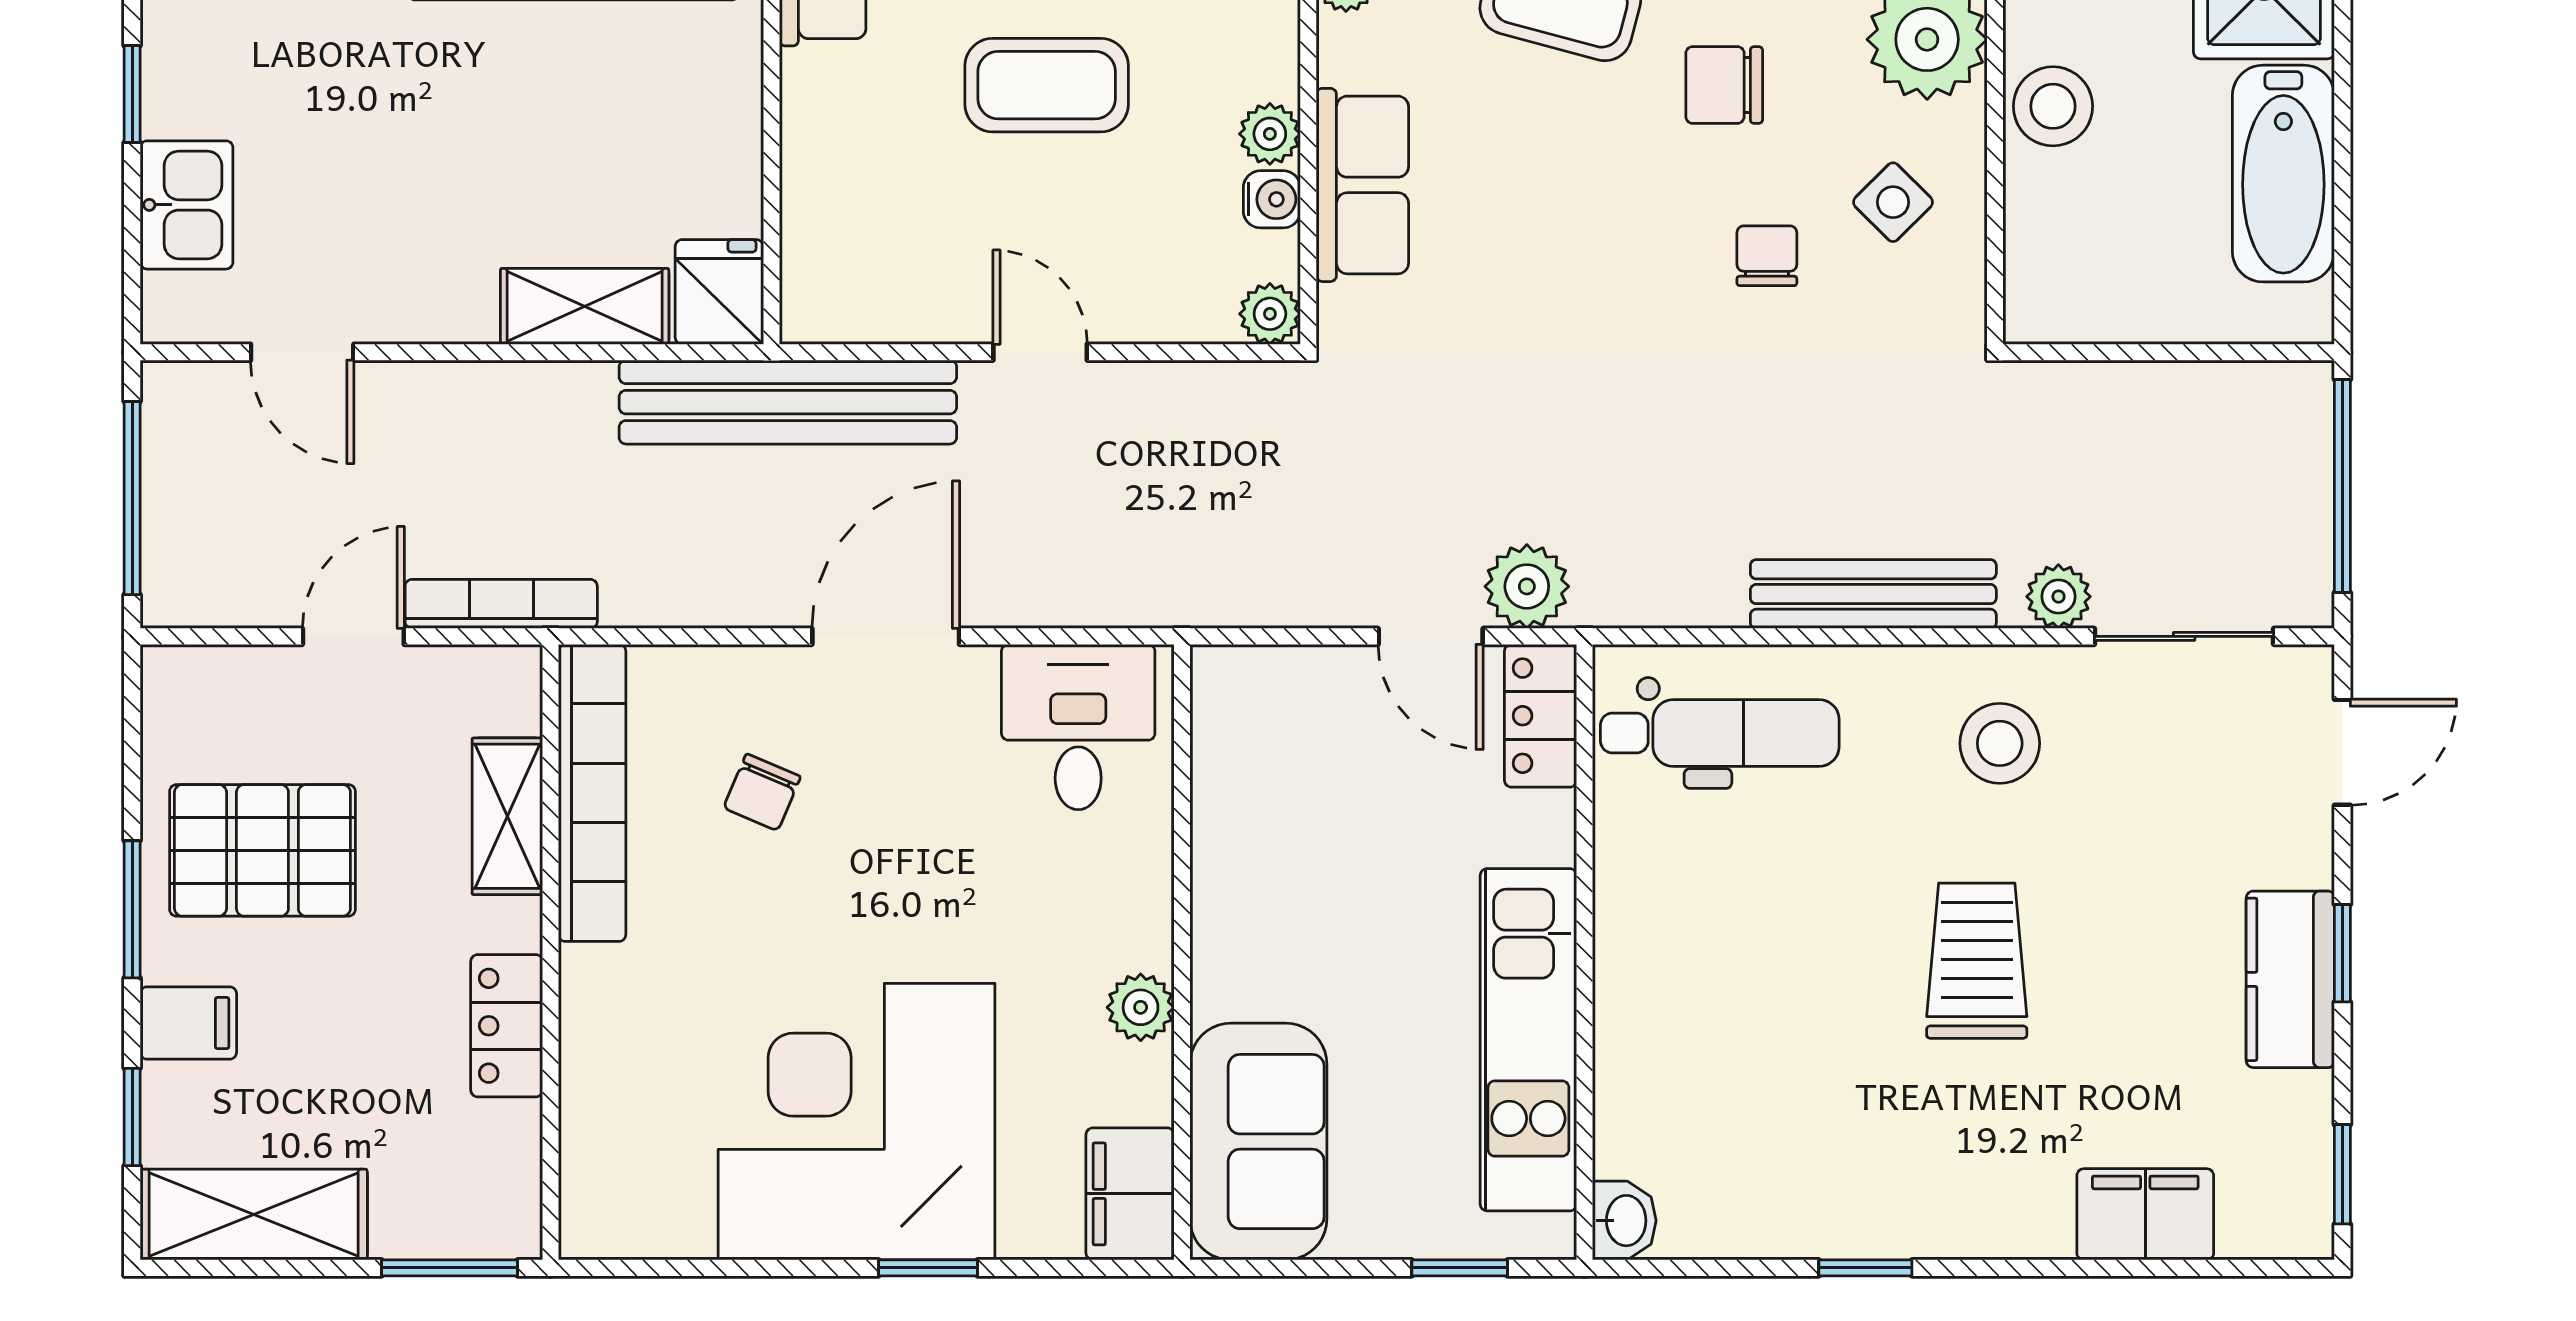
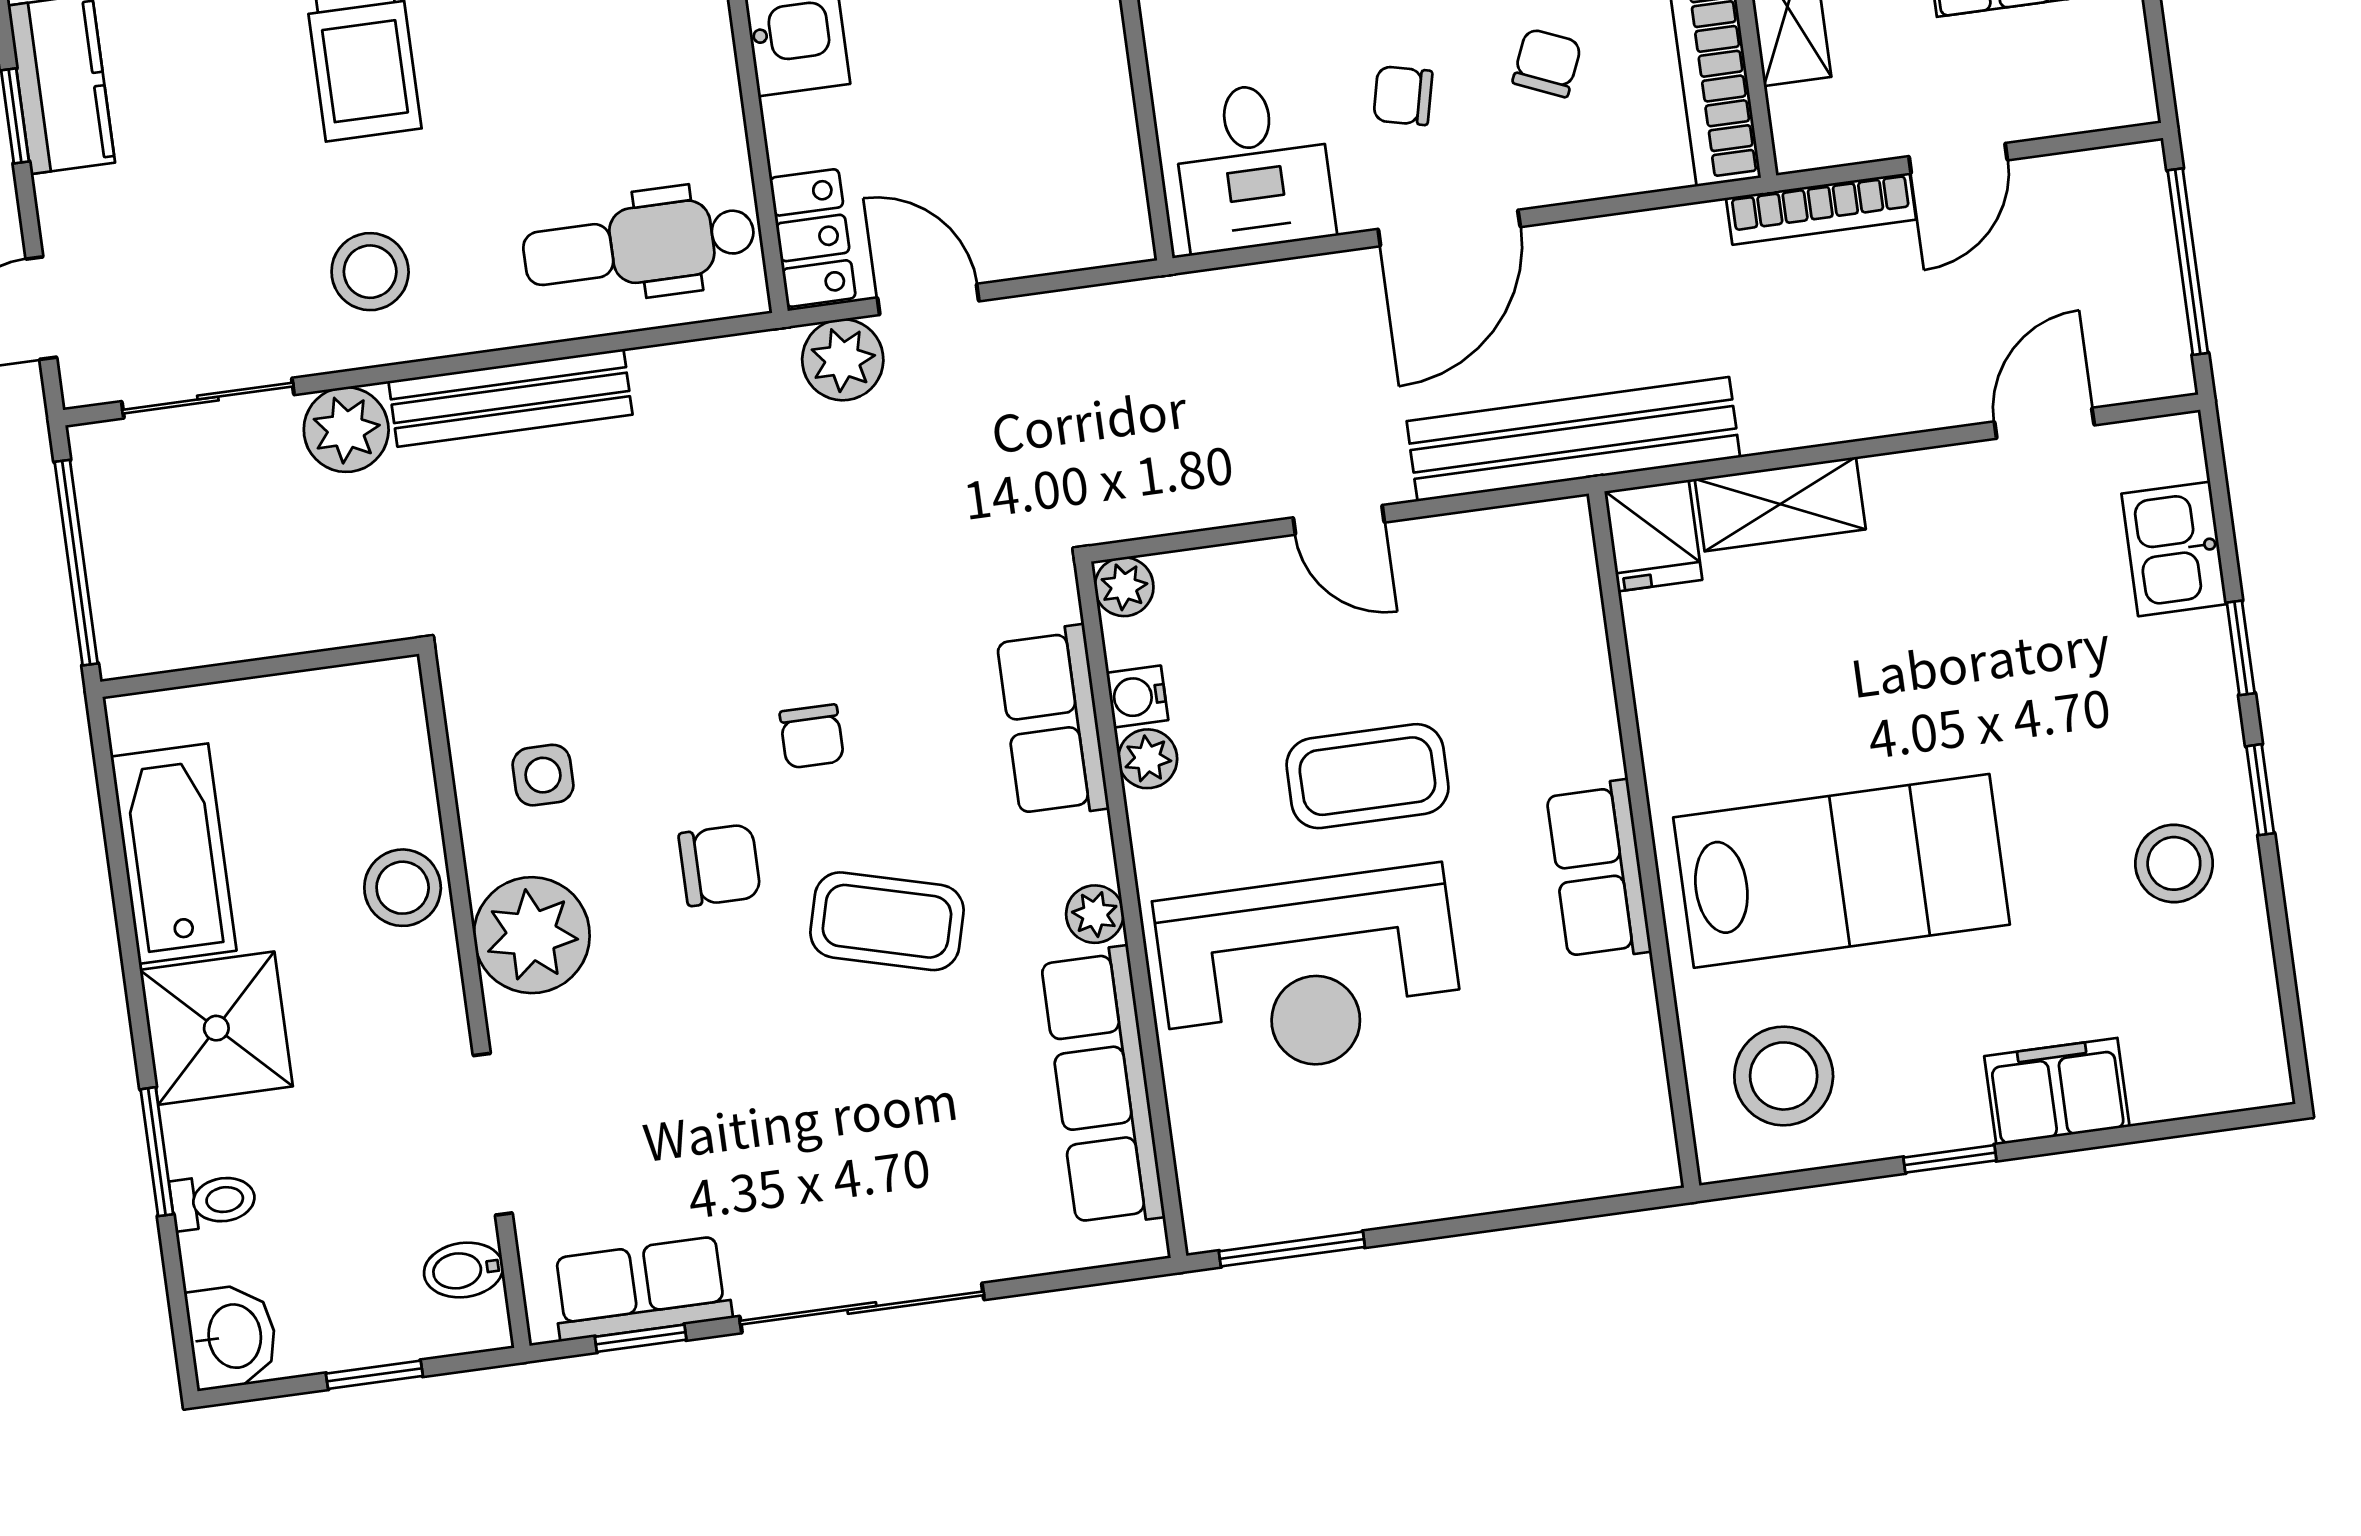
side table: (1893, 202) -> (543, 775), turned 45
chair: (1767, 256) -> (812, 736), moved
door: (302, 352) -> (2044, 423), hinge flipped
plant: (2058, 597) -> (346, 430), width x1.38, depth x1.38
chair: (915, 779) -> (1403, 96), added

